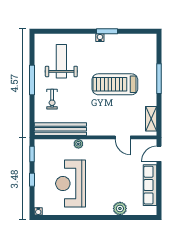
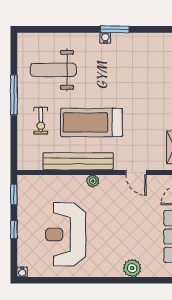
weight bench: (61, 61) -> (53, 70), turned -90
treadmill: (115, 84) -> (91, 122), moved
bench: (60, 129) -> (78, 161), moved
plant: (78, 144) -> (93, 181), moved

